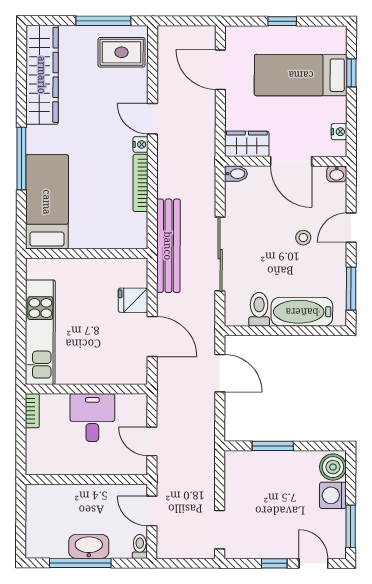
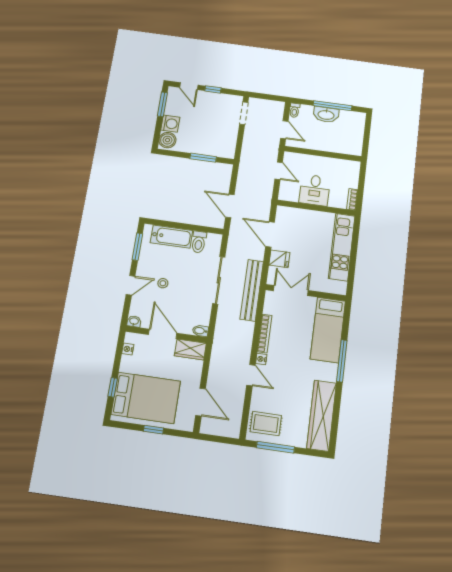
bed: (301, 75) -> (146, 398), width x1.50
double door: (109, 254) -> (291, 291), added

